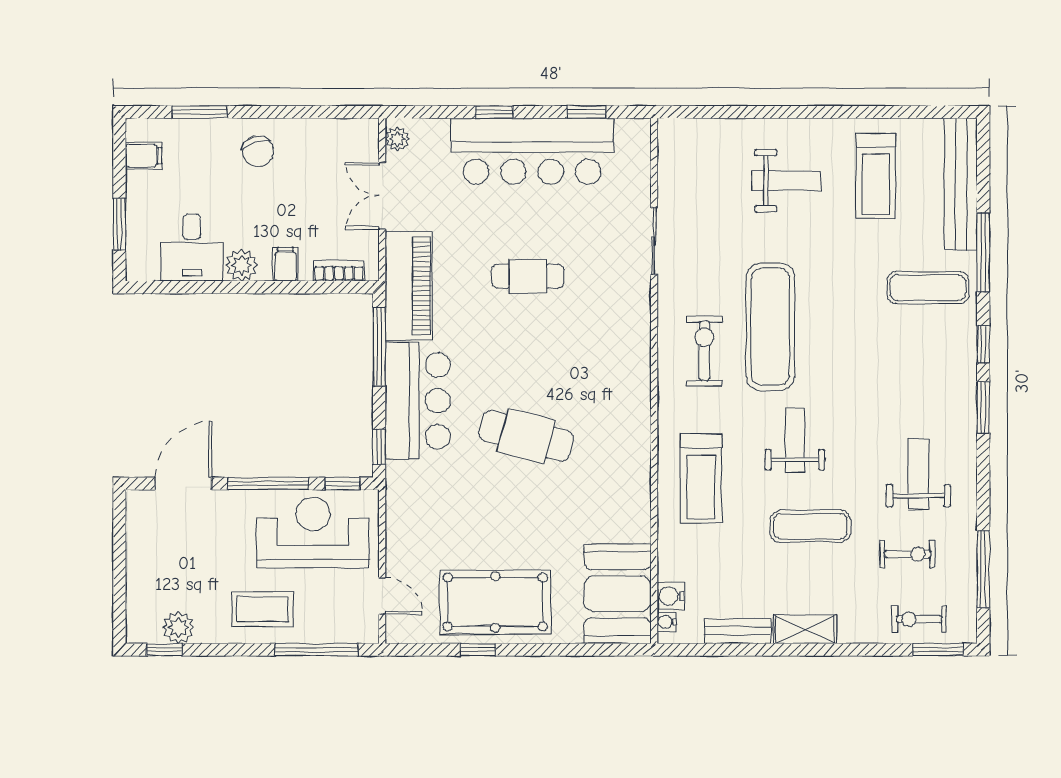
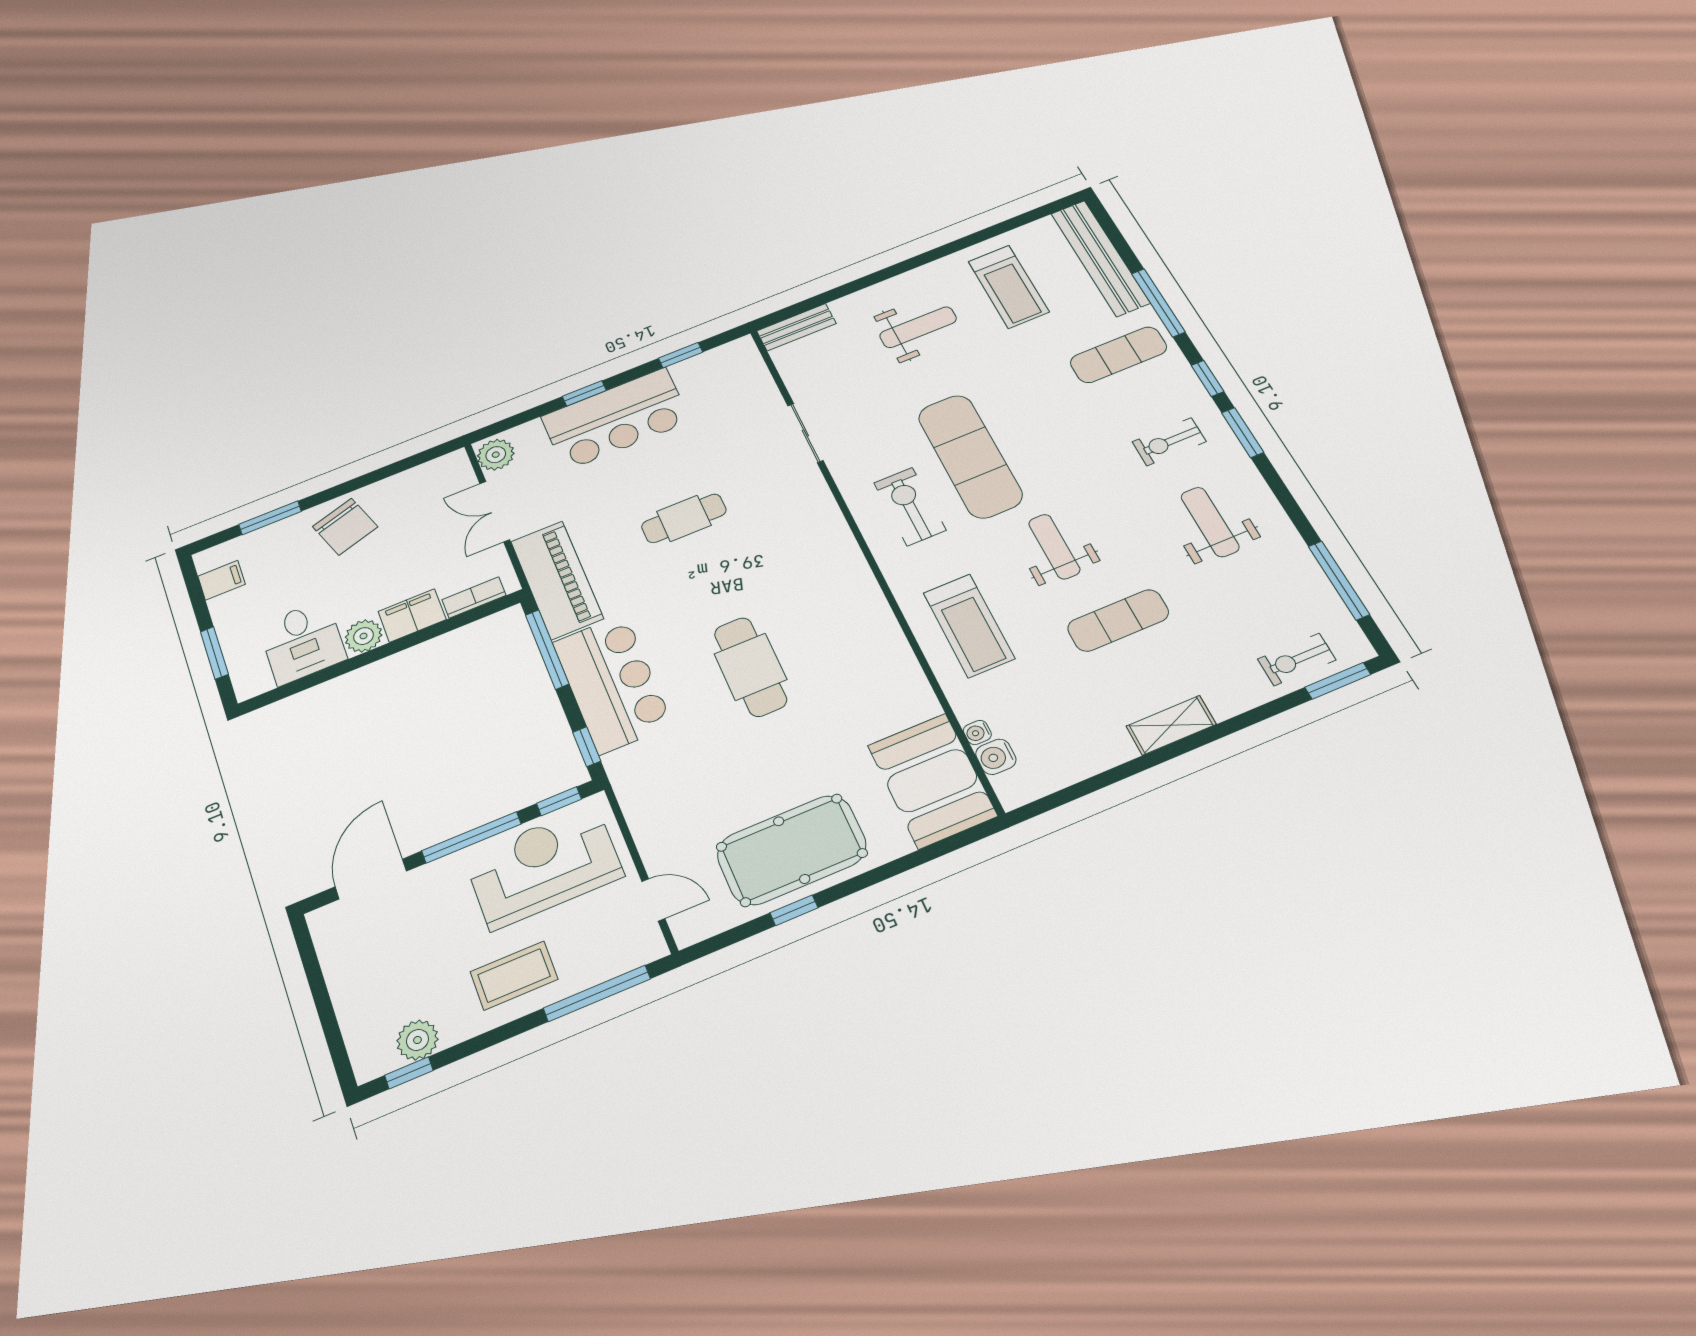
plant: (397, 139) -> (496, 455), width x1.38, depth x1.38
chair: (258, 151) -> (345, 527), width x1.37, depth x1.37
bar counter: (532, 151) -> (616, 419), width x0.73
filing cabinet: (285, 264) -> (412, 615), width x2.00
cafe table: (526, 436) -> (750, 667), turned 75
exercise bike: (908, 554) -> (1169, 442), moved, turned 180
water cooler: (667, 622) -> (977, 732), moved
bench: (738, 631) -> (796, 327), moved

